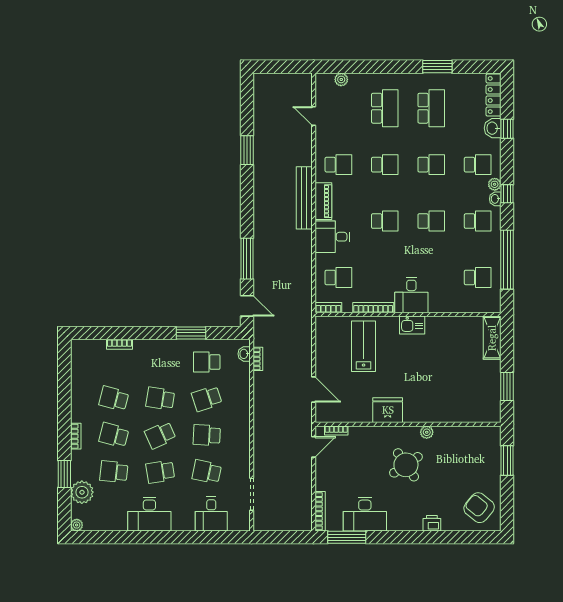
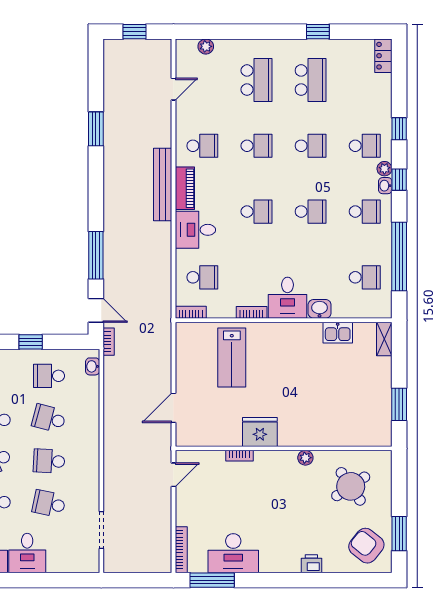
window: (280, 67) -> (135, 32), added
window: (437, 67) -> (318, 32), width x0.67
locker: (494, 95) -> (383, 56), width x0.66
door: (314, 116) -> (173, 89), swing flipped
washbasin: (493, 128) -> (320, 309), moved, turned 90
window: (507, 129) -> (399, 129), moved
bookcase: (373, 308) -> (252, 312), width x0.64
kitchen sink: (412, 325) -> (338, 333), moved
window: (191, 333) -> (31, 342), width x0.67
shelving: (492, 338) -> (384, 339), width x0.67, depth x0.75
lab bench: (364, 346) -> (232, 358), turned 180
bookcase: (258, 359) -> (109, 342), moved
door: (314, 390) -> (173, 408), swing flipped
school desk: (207, 399) -> (49, 418), turned 33
bookcase: (336, 430) -> (239, 456), moved
window: (507, 461) -> (399, 534), moved
round table: (406, 465) -> (351, 486), moved
desk: (211, 514) -> (27, 553), moved

